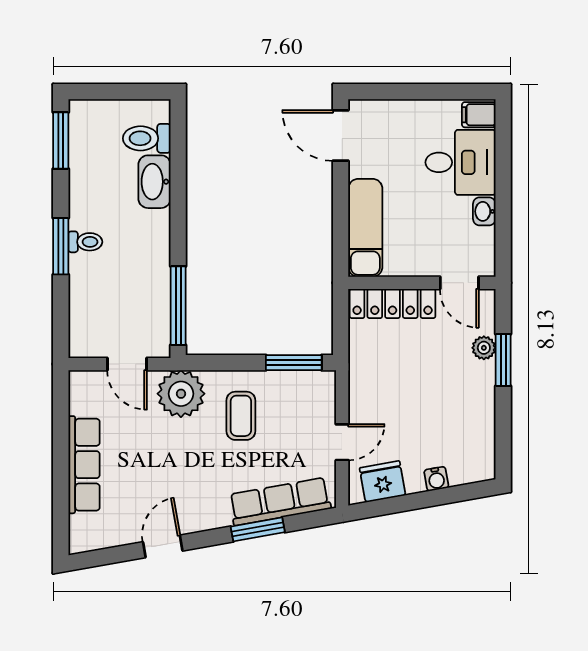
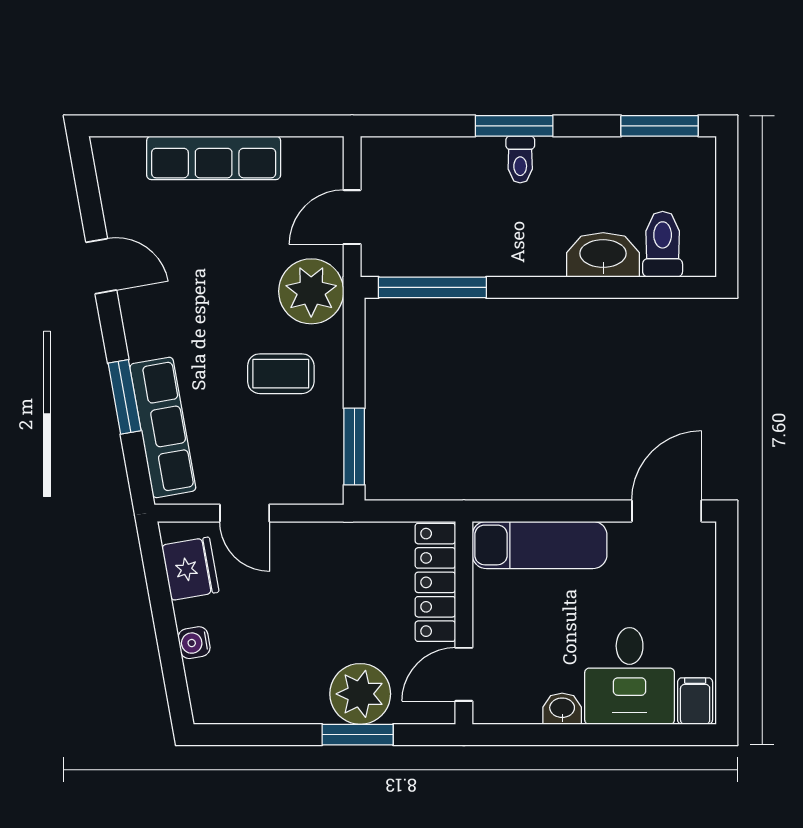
plant: (484, 348) -> (360, 694), width x1.88, depth x1.88

